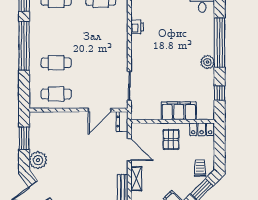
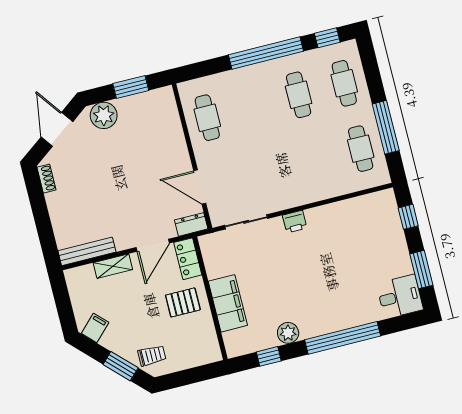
printer: (137, 27) -> (295, 222), moved
plant: (207, 62) -> (288, 333), moved
cafe table: (56, 63) -> (299, 95), moved
locker: (202, 129) -> (188, 259), moved

